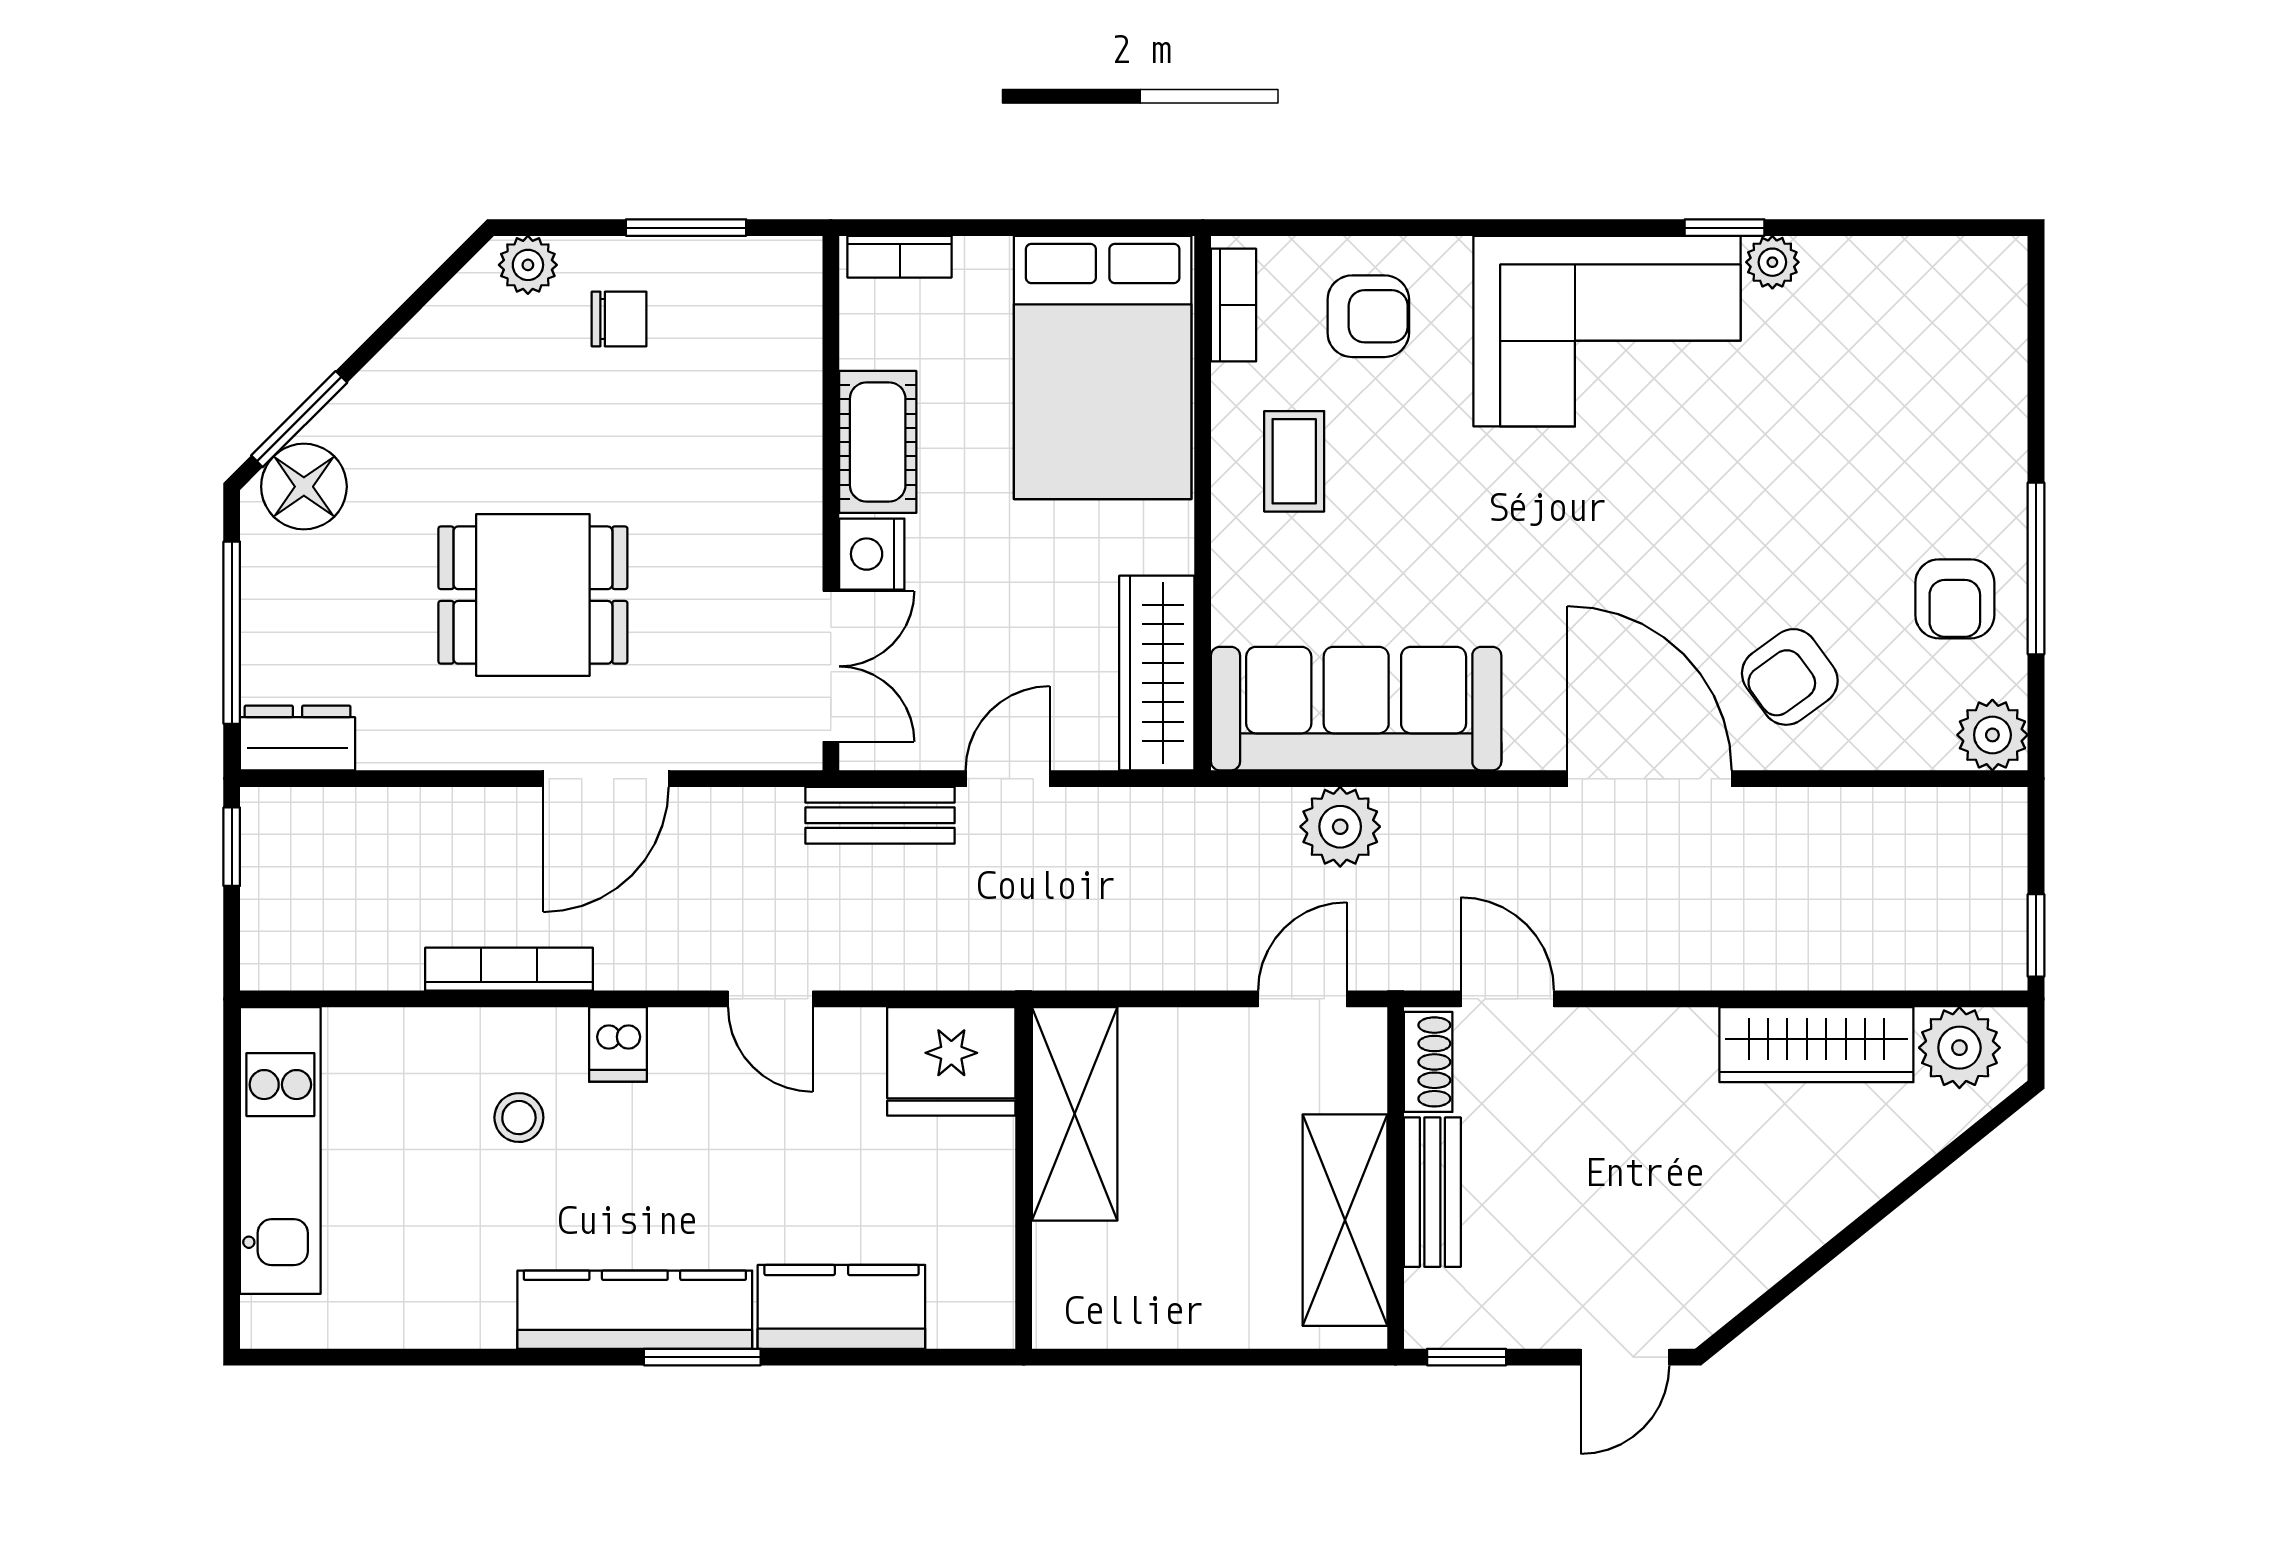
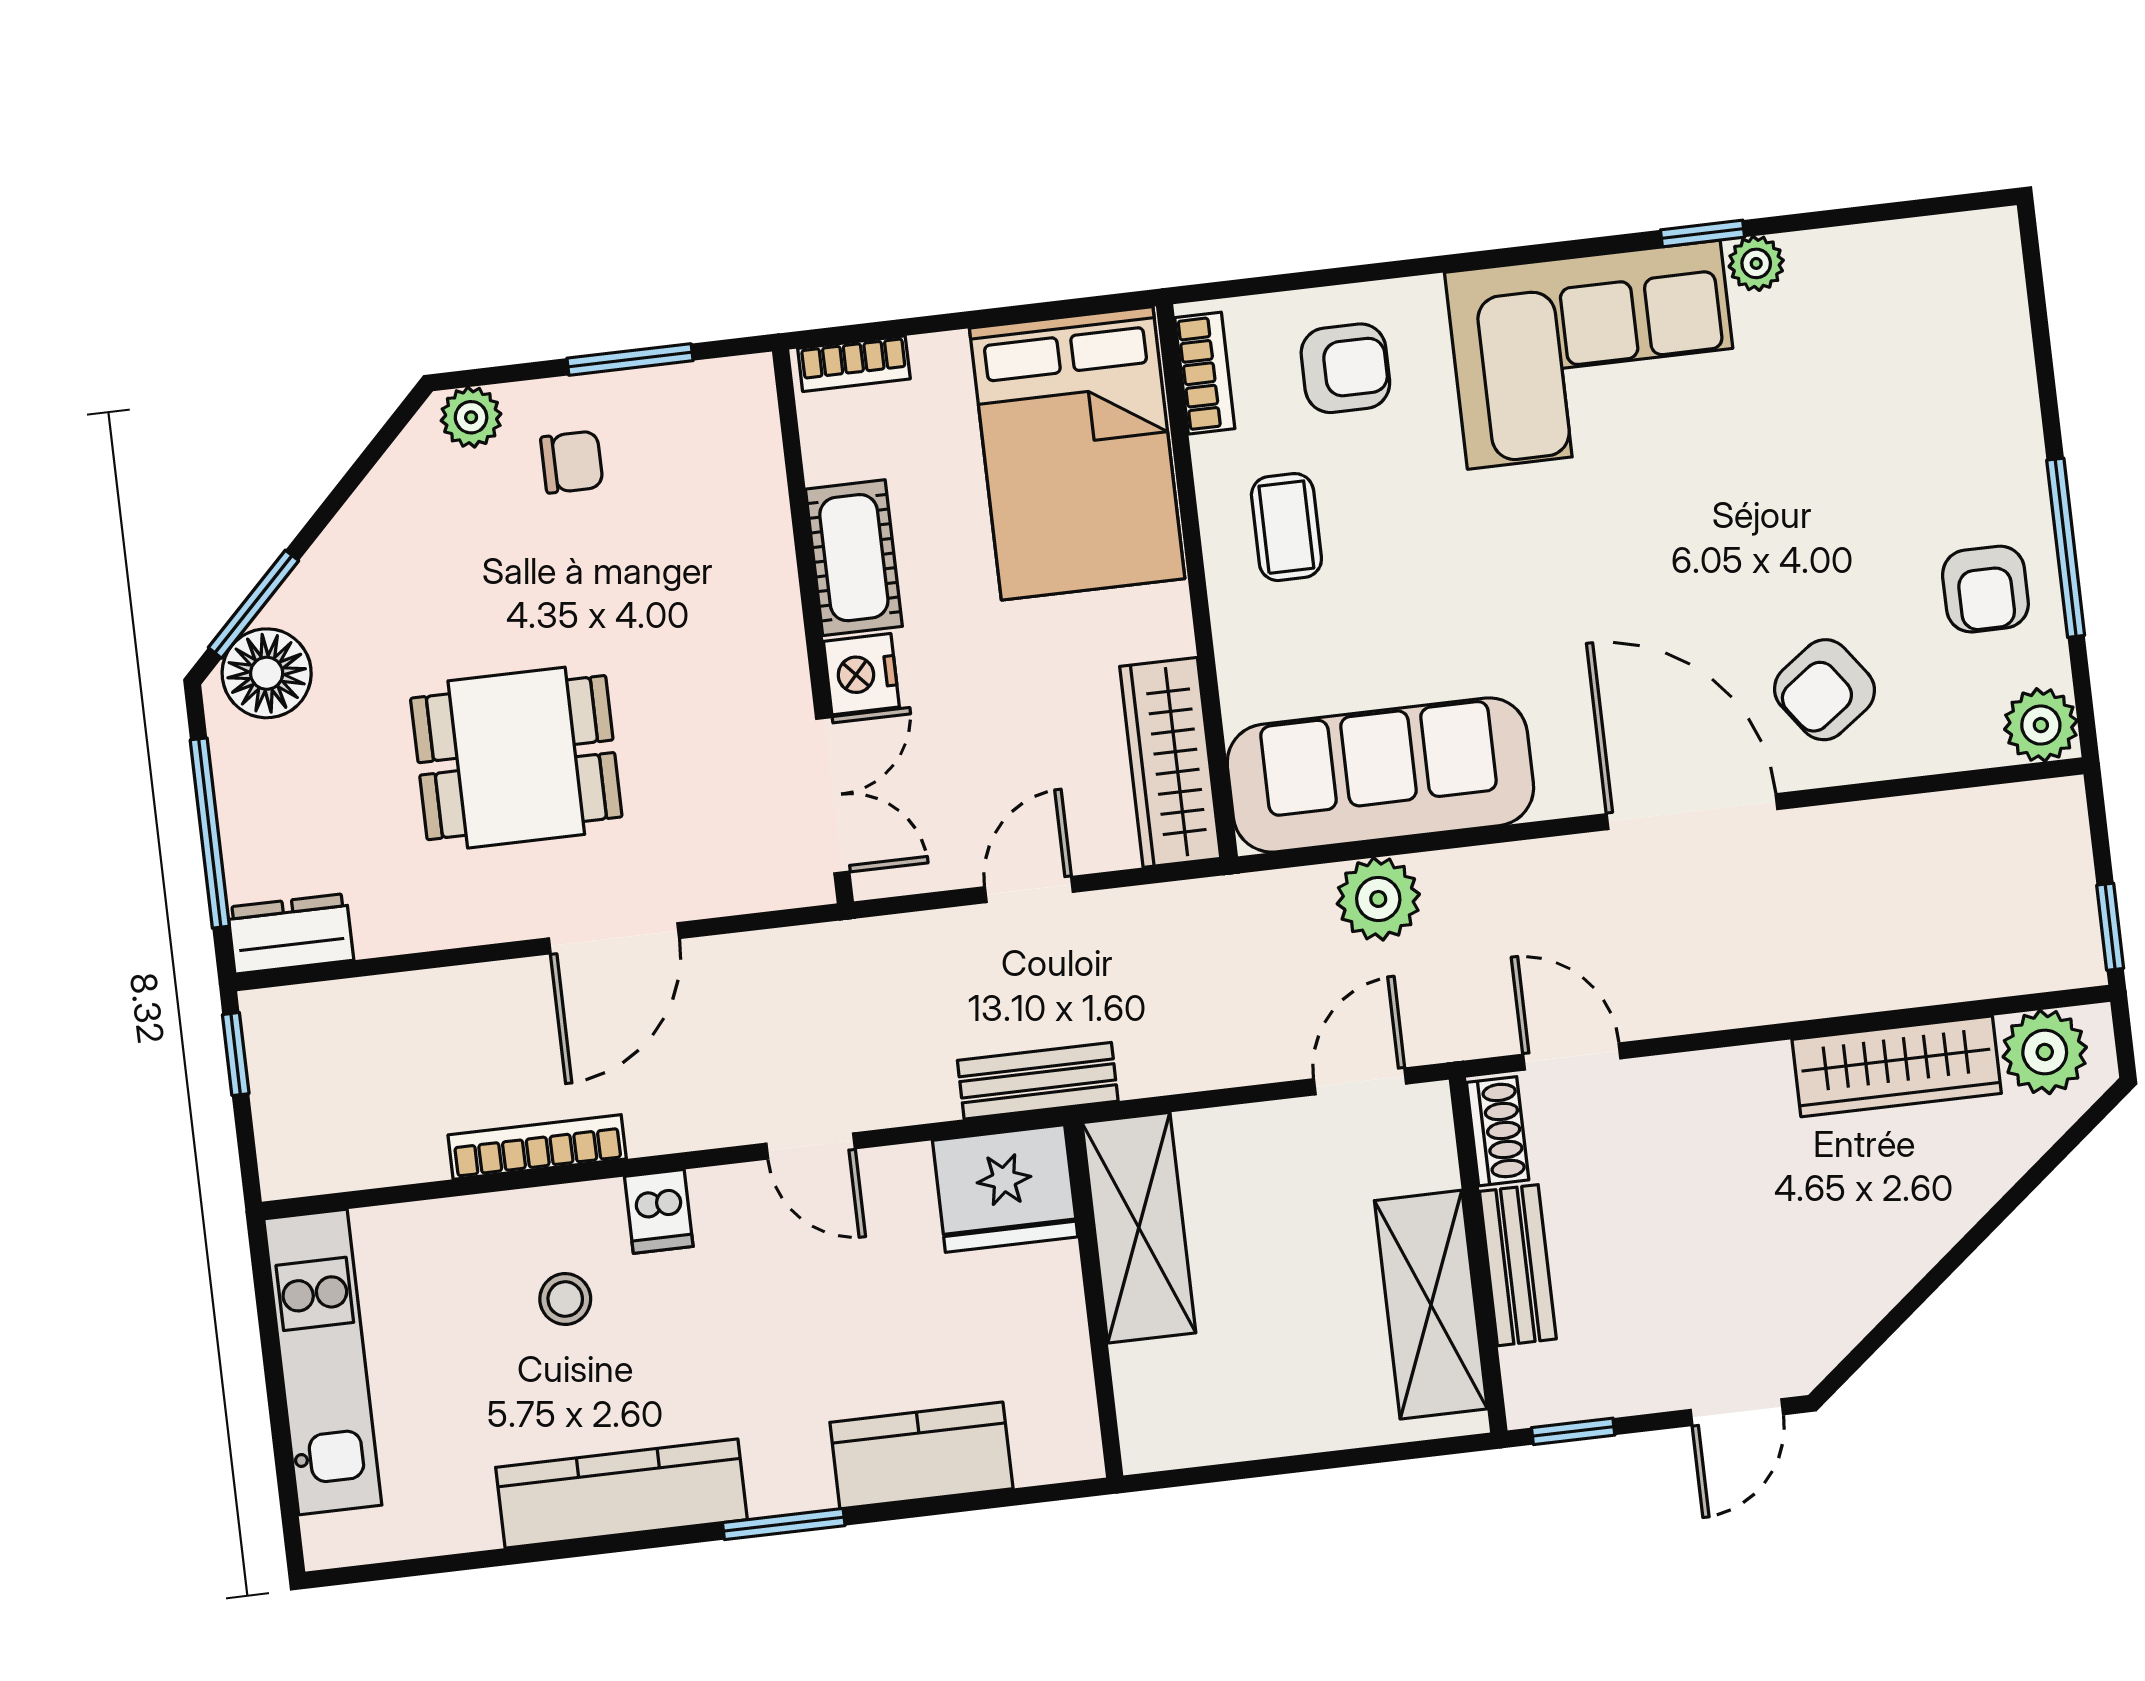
bench: (880, 815) -> (1038, 1081), moved
kitchen counter: (635, 1310) -> (621, 1494), moved

